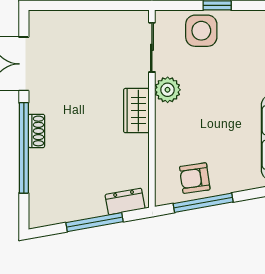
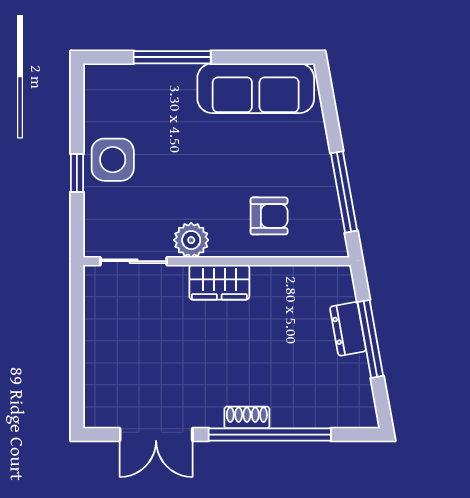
side table: (201, 31) -> (113, 160), moved
armchair: (195, 178) -> (269, 216), moved, turned -82
dresser: (125, 202) -> (348, 329), moved

